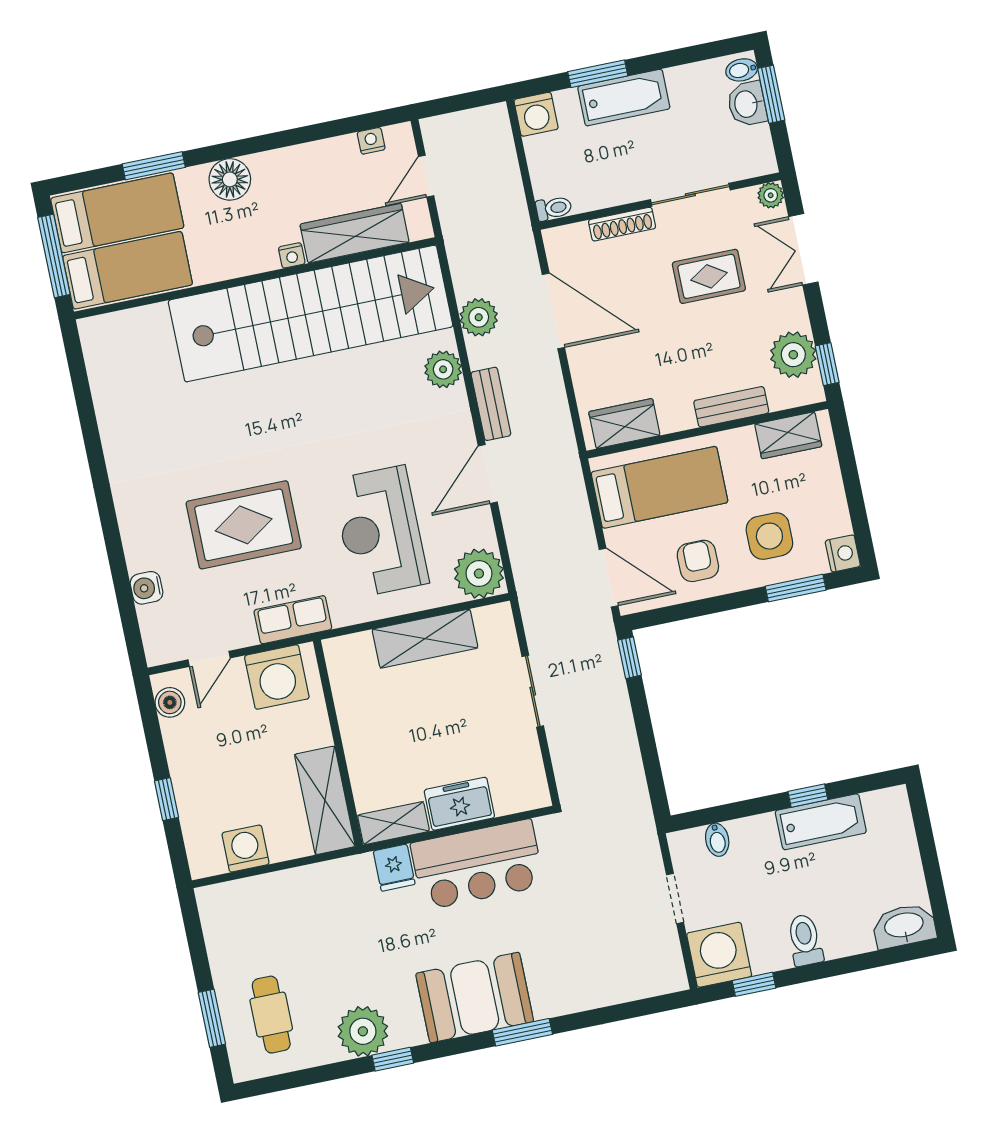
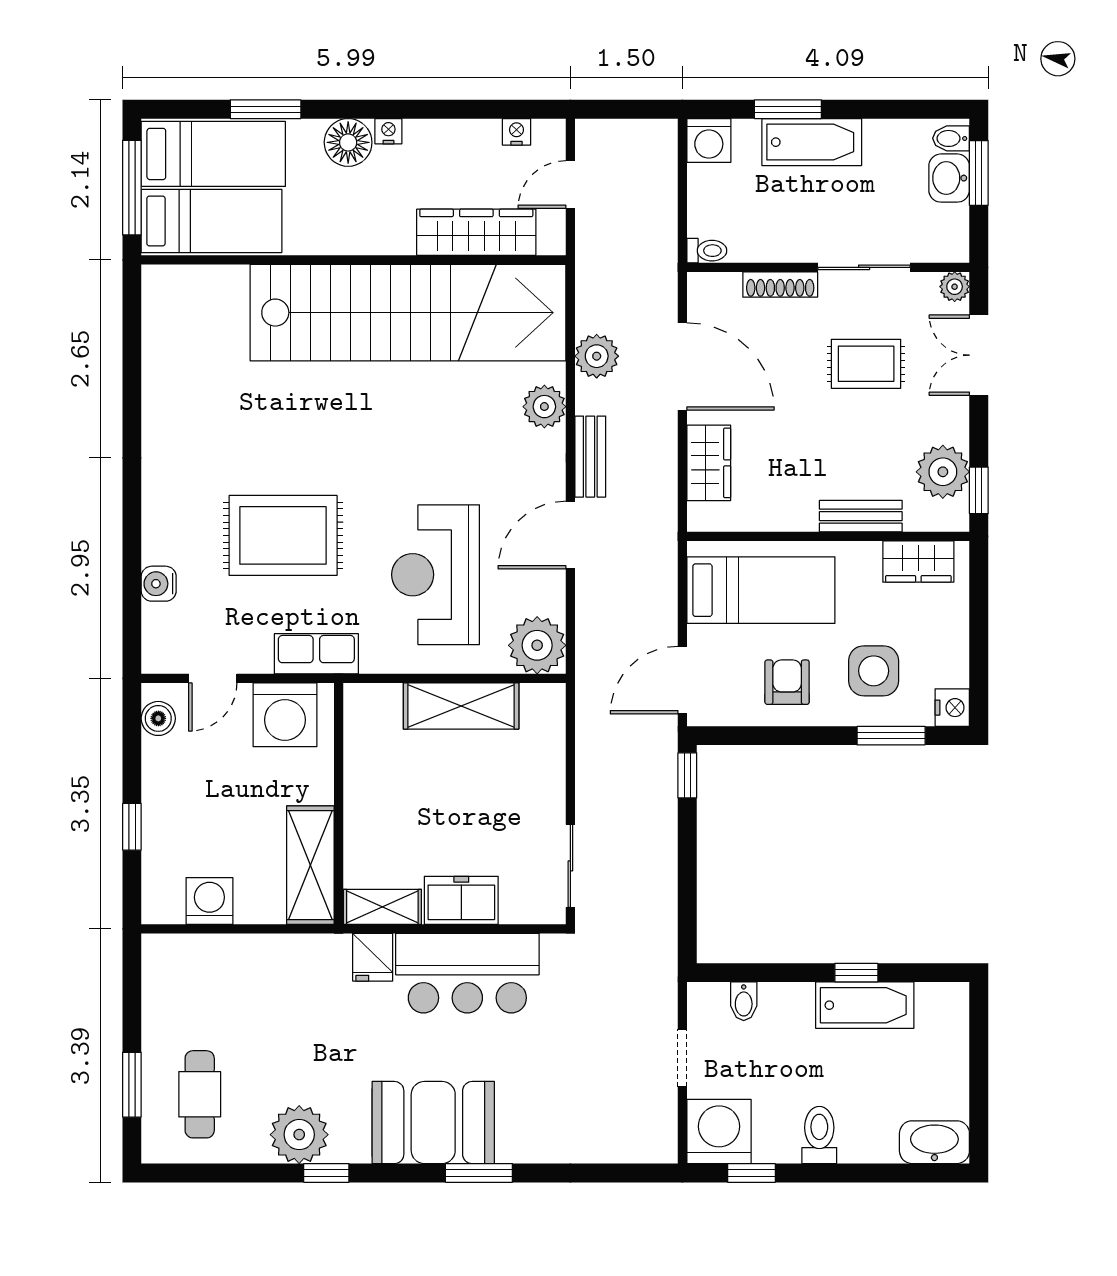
nightstand: (292, 255) -> (388, 131), moved, turned 180
wardrobe: (624, 424) -> (709, 463), moved, turned 90
door: (609, 578) -> (682, 680), swing flipped
sliding door: (533, 691) -> (570, 866), moved

